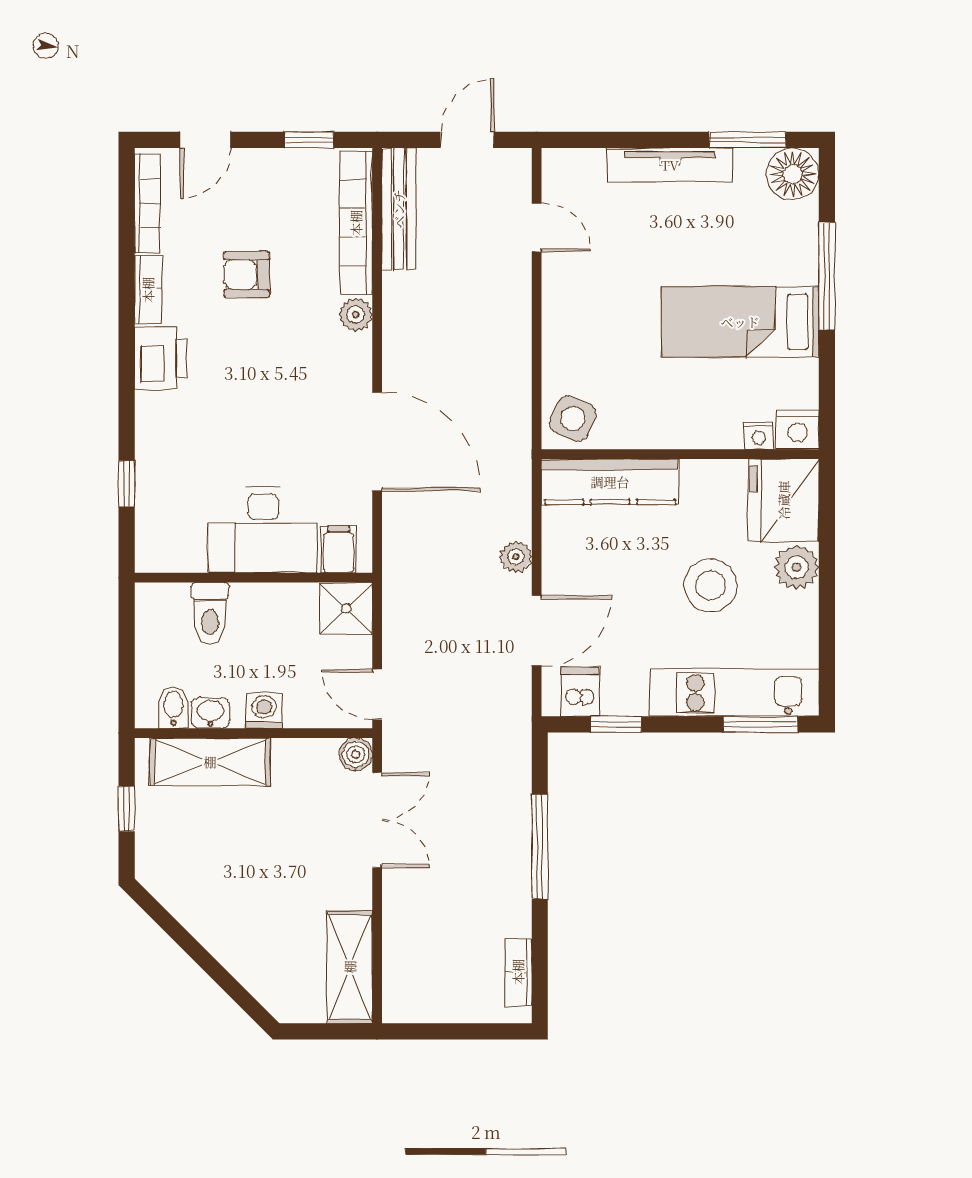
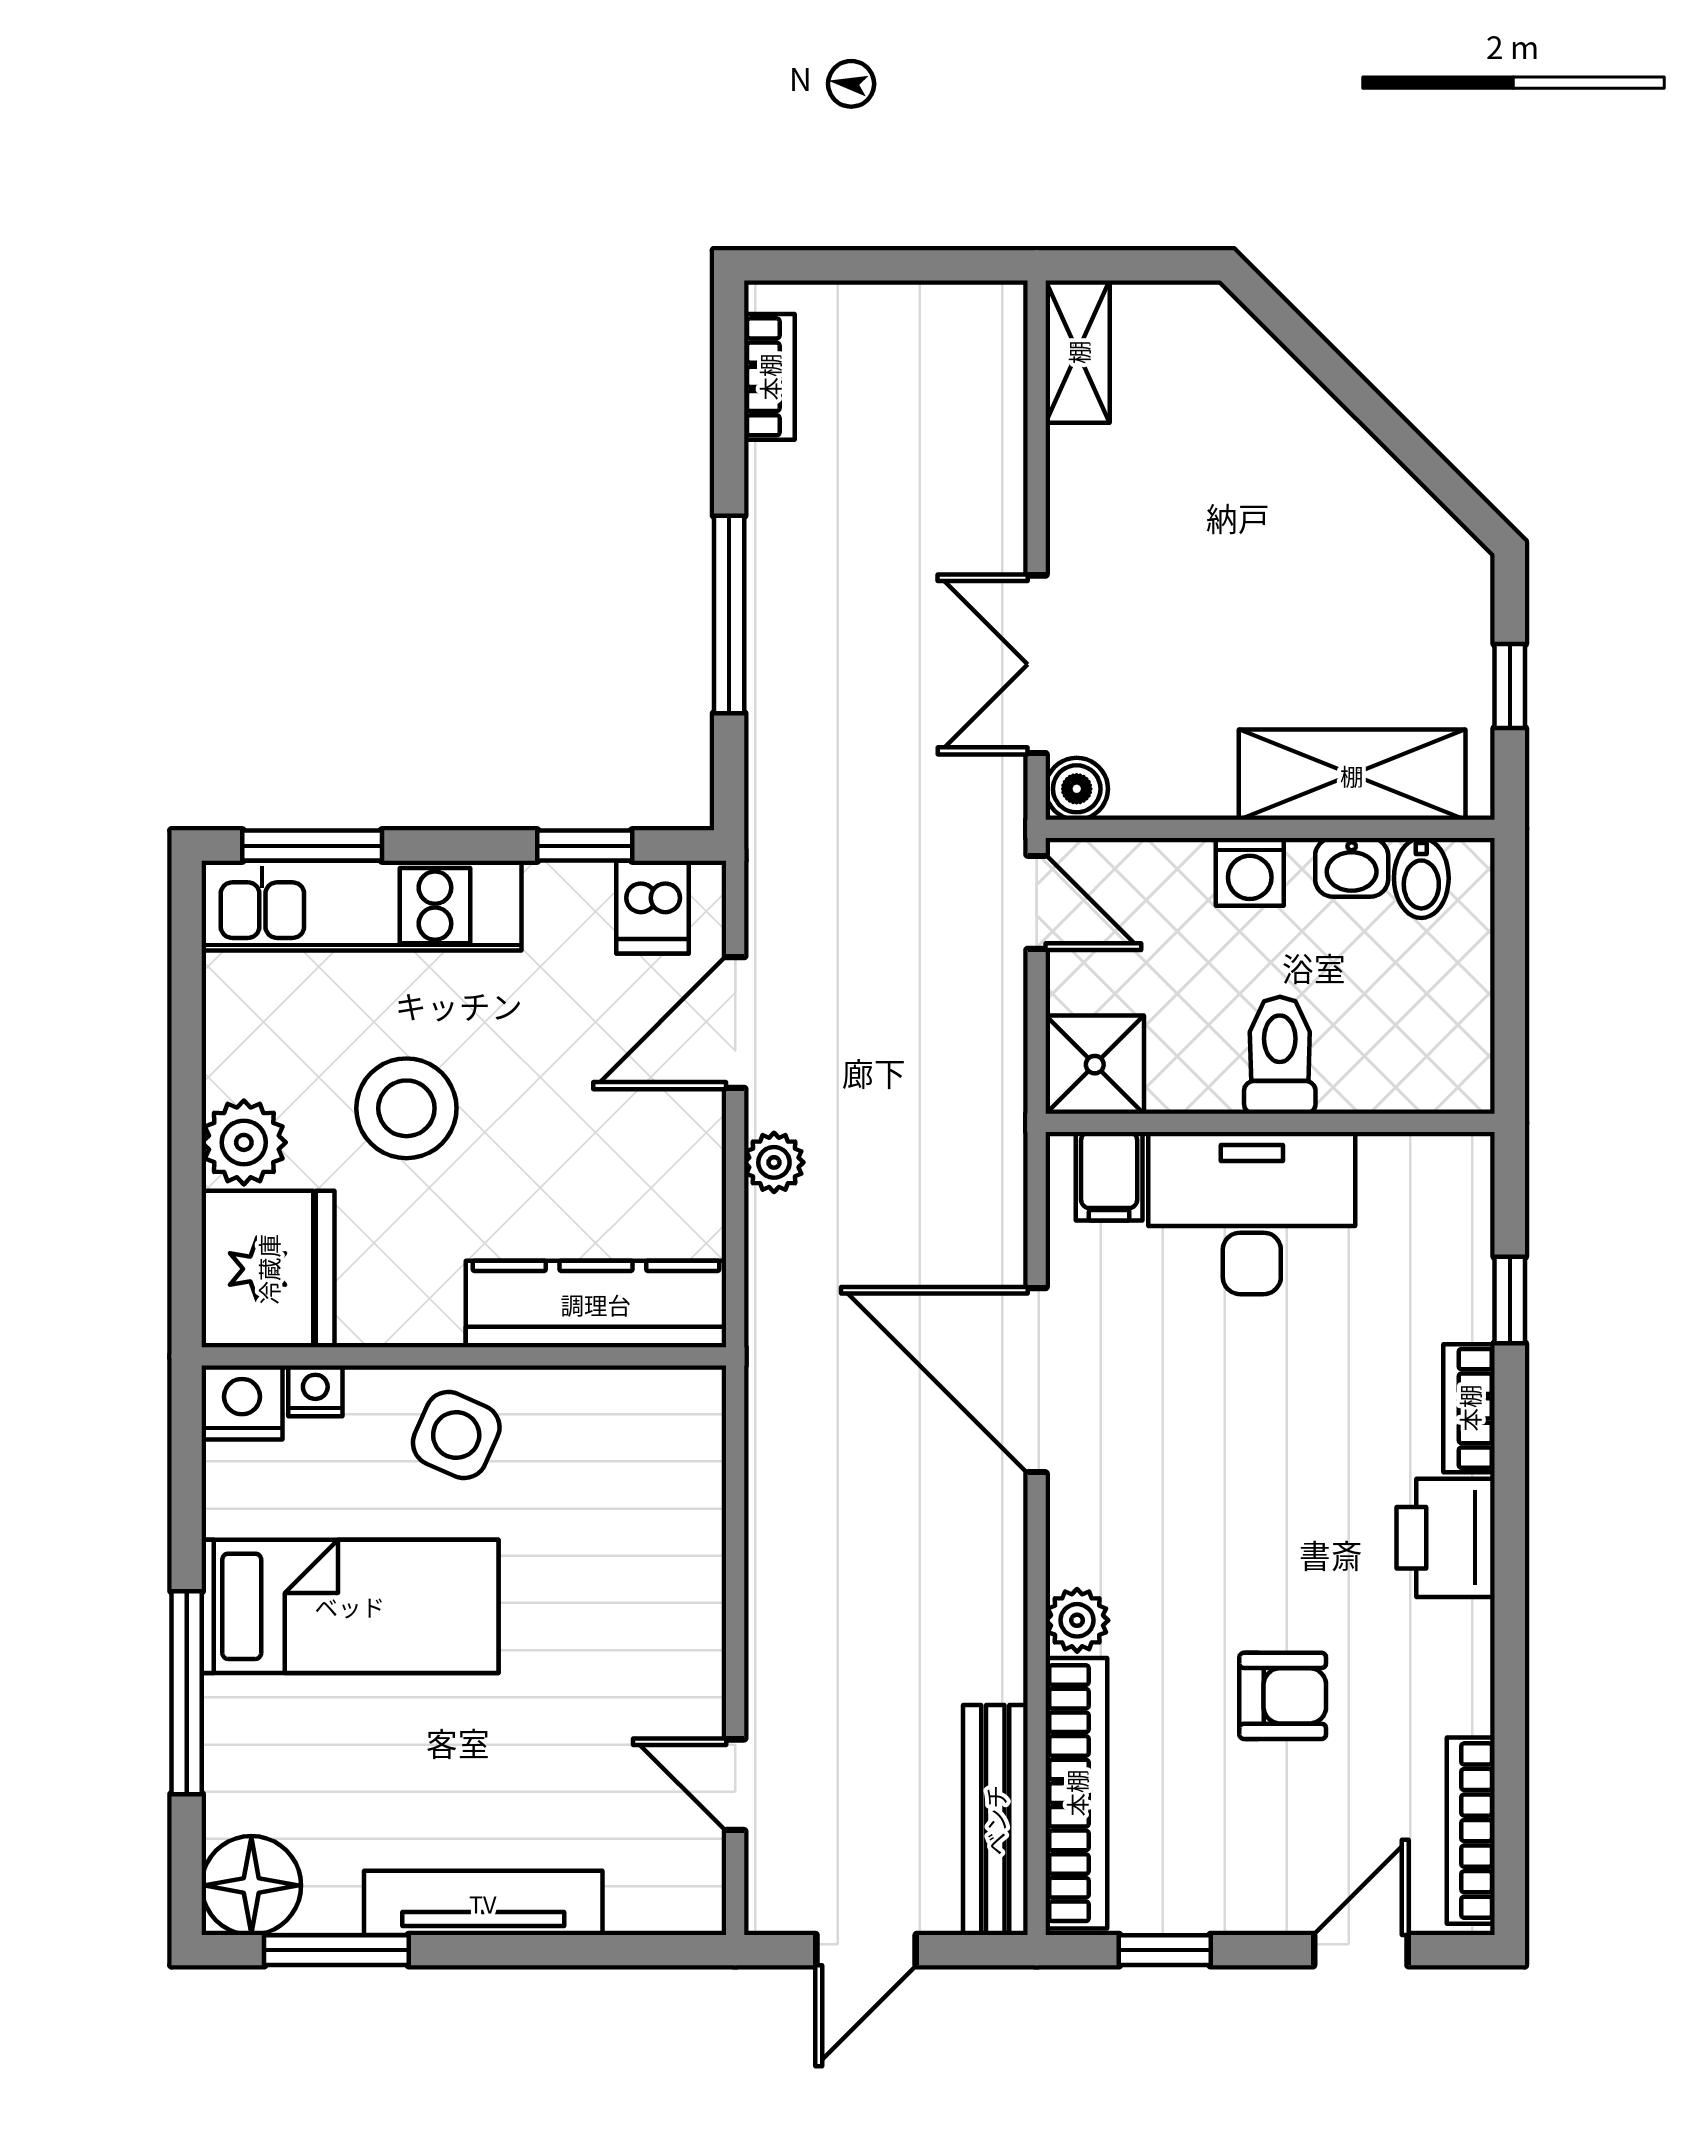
bookcase: (148, 290) -> (1469, 1408), moved
side table: (573, 419) -> (456, 1435), moved
toilet: (210, 613) -> (1280, 1055), moved
shelving: (350, 967) -> (1078, 352), width x0.67, depth x0.75

